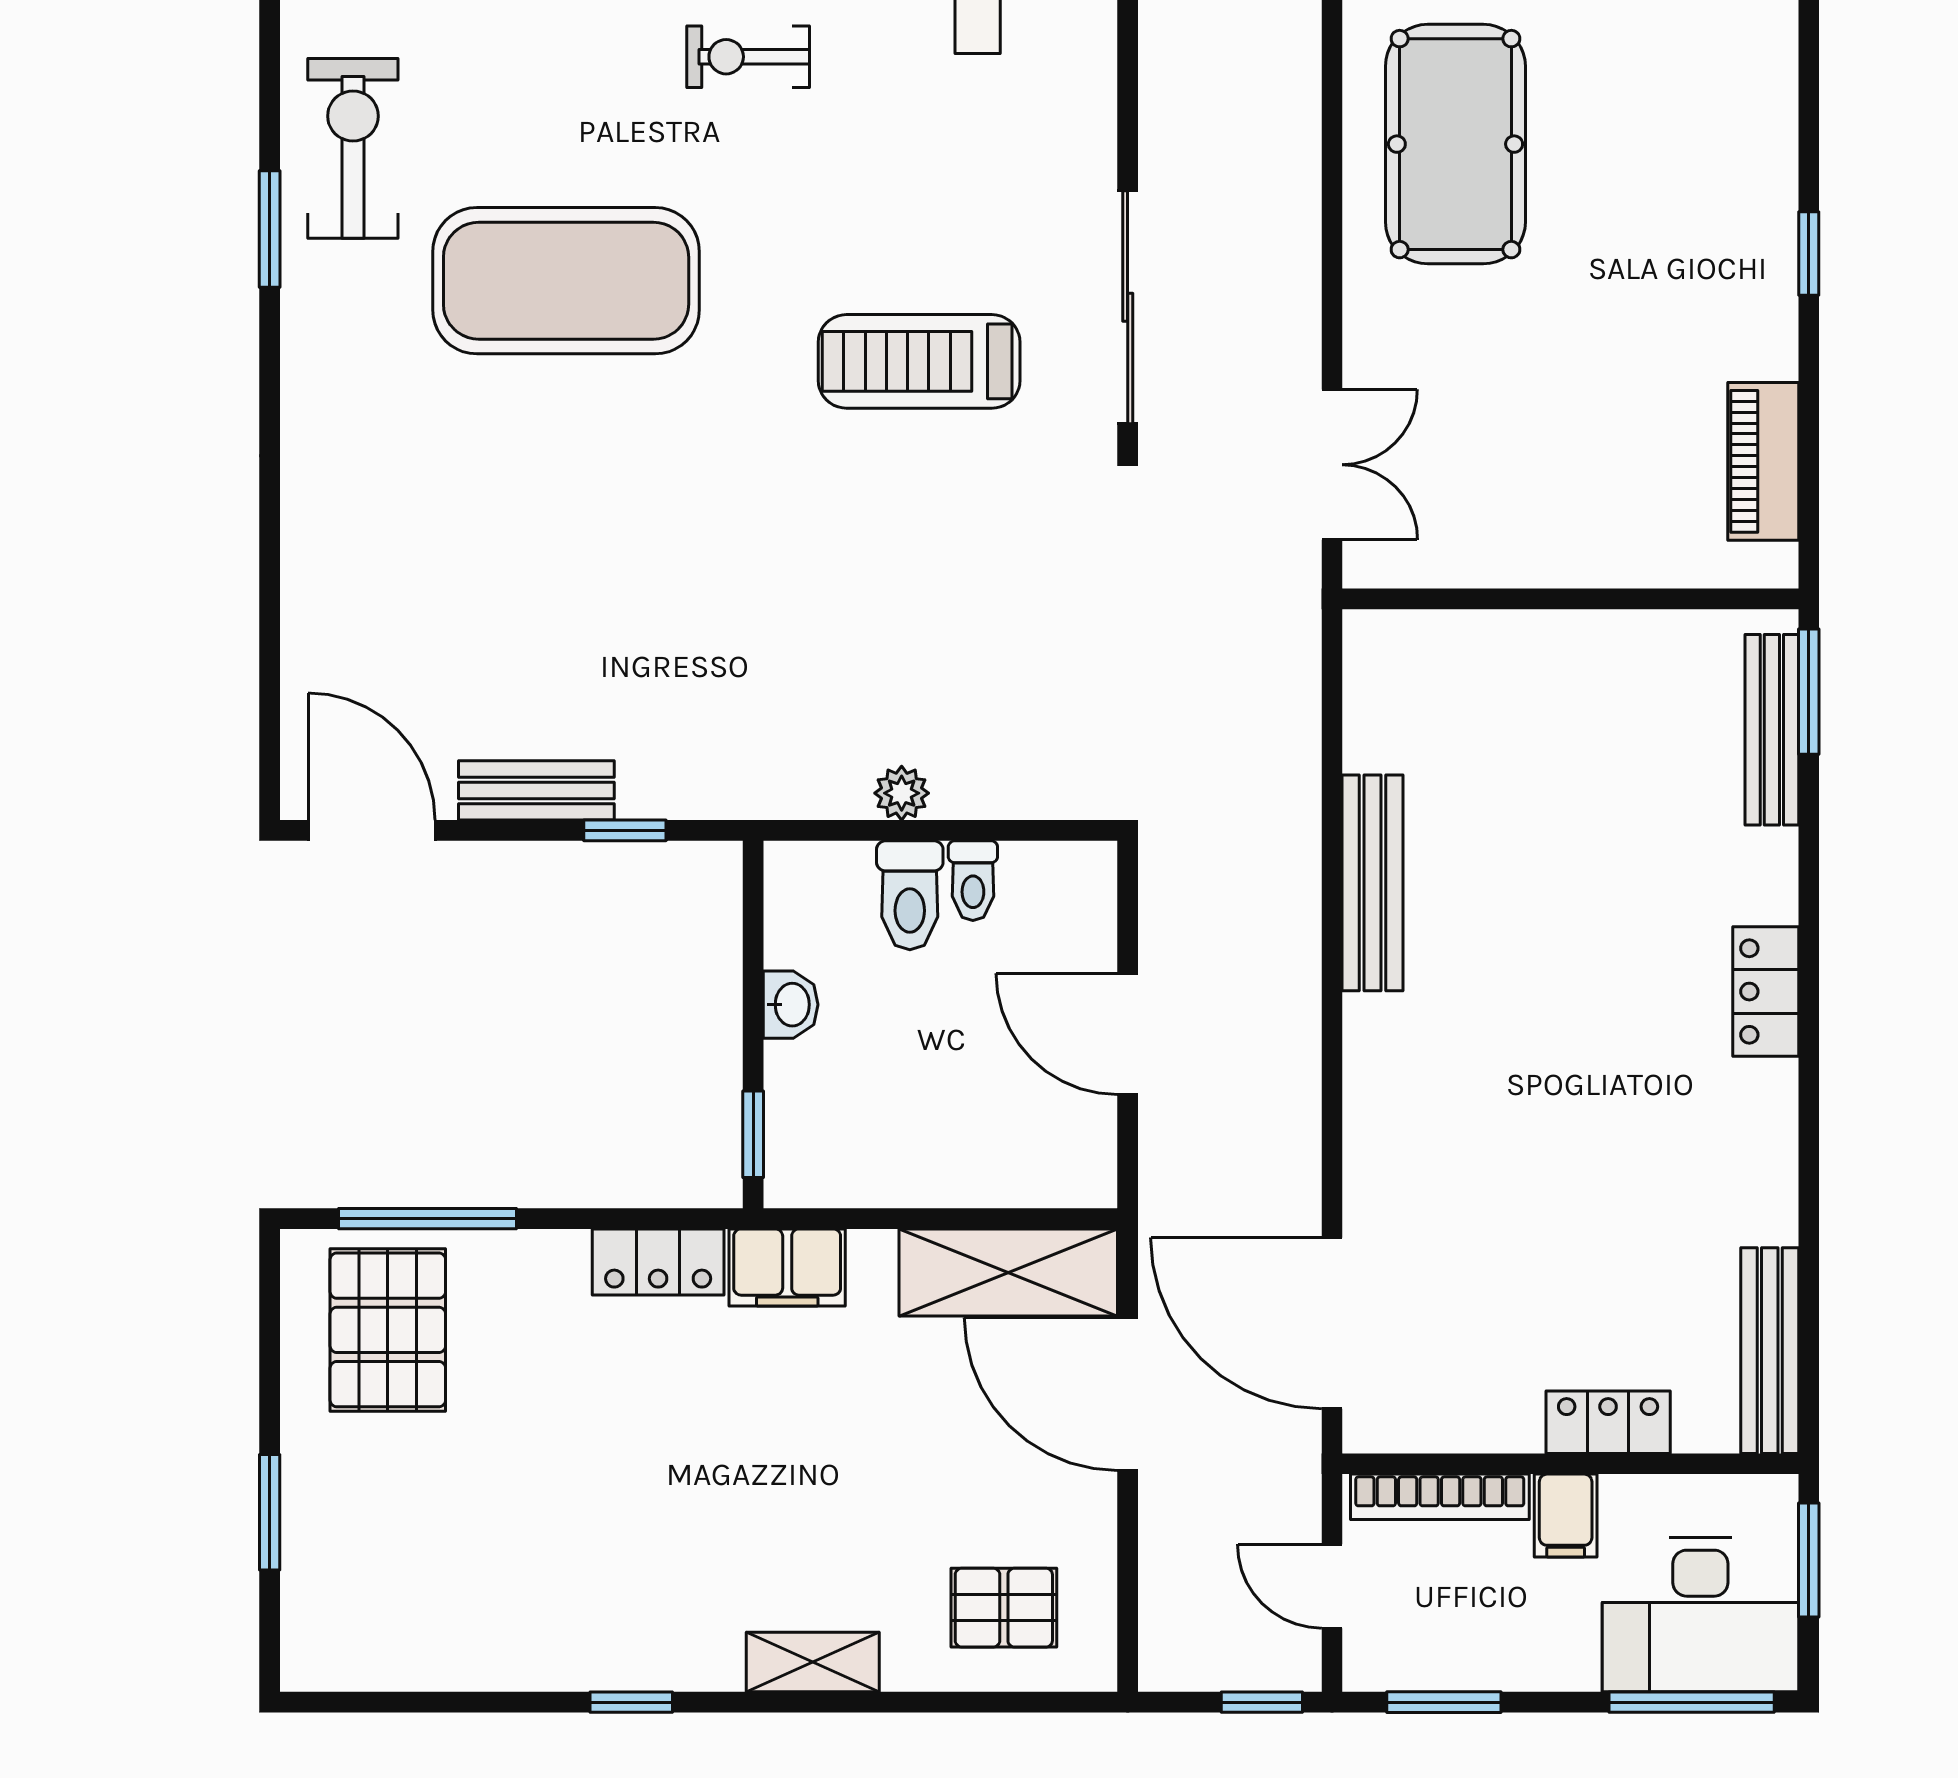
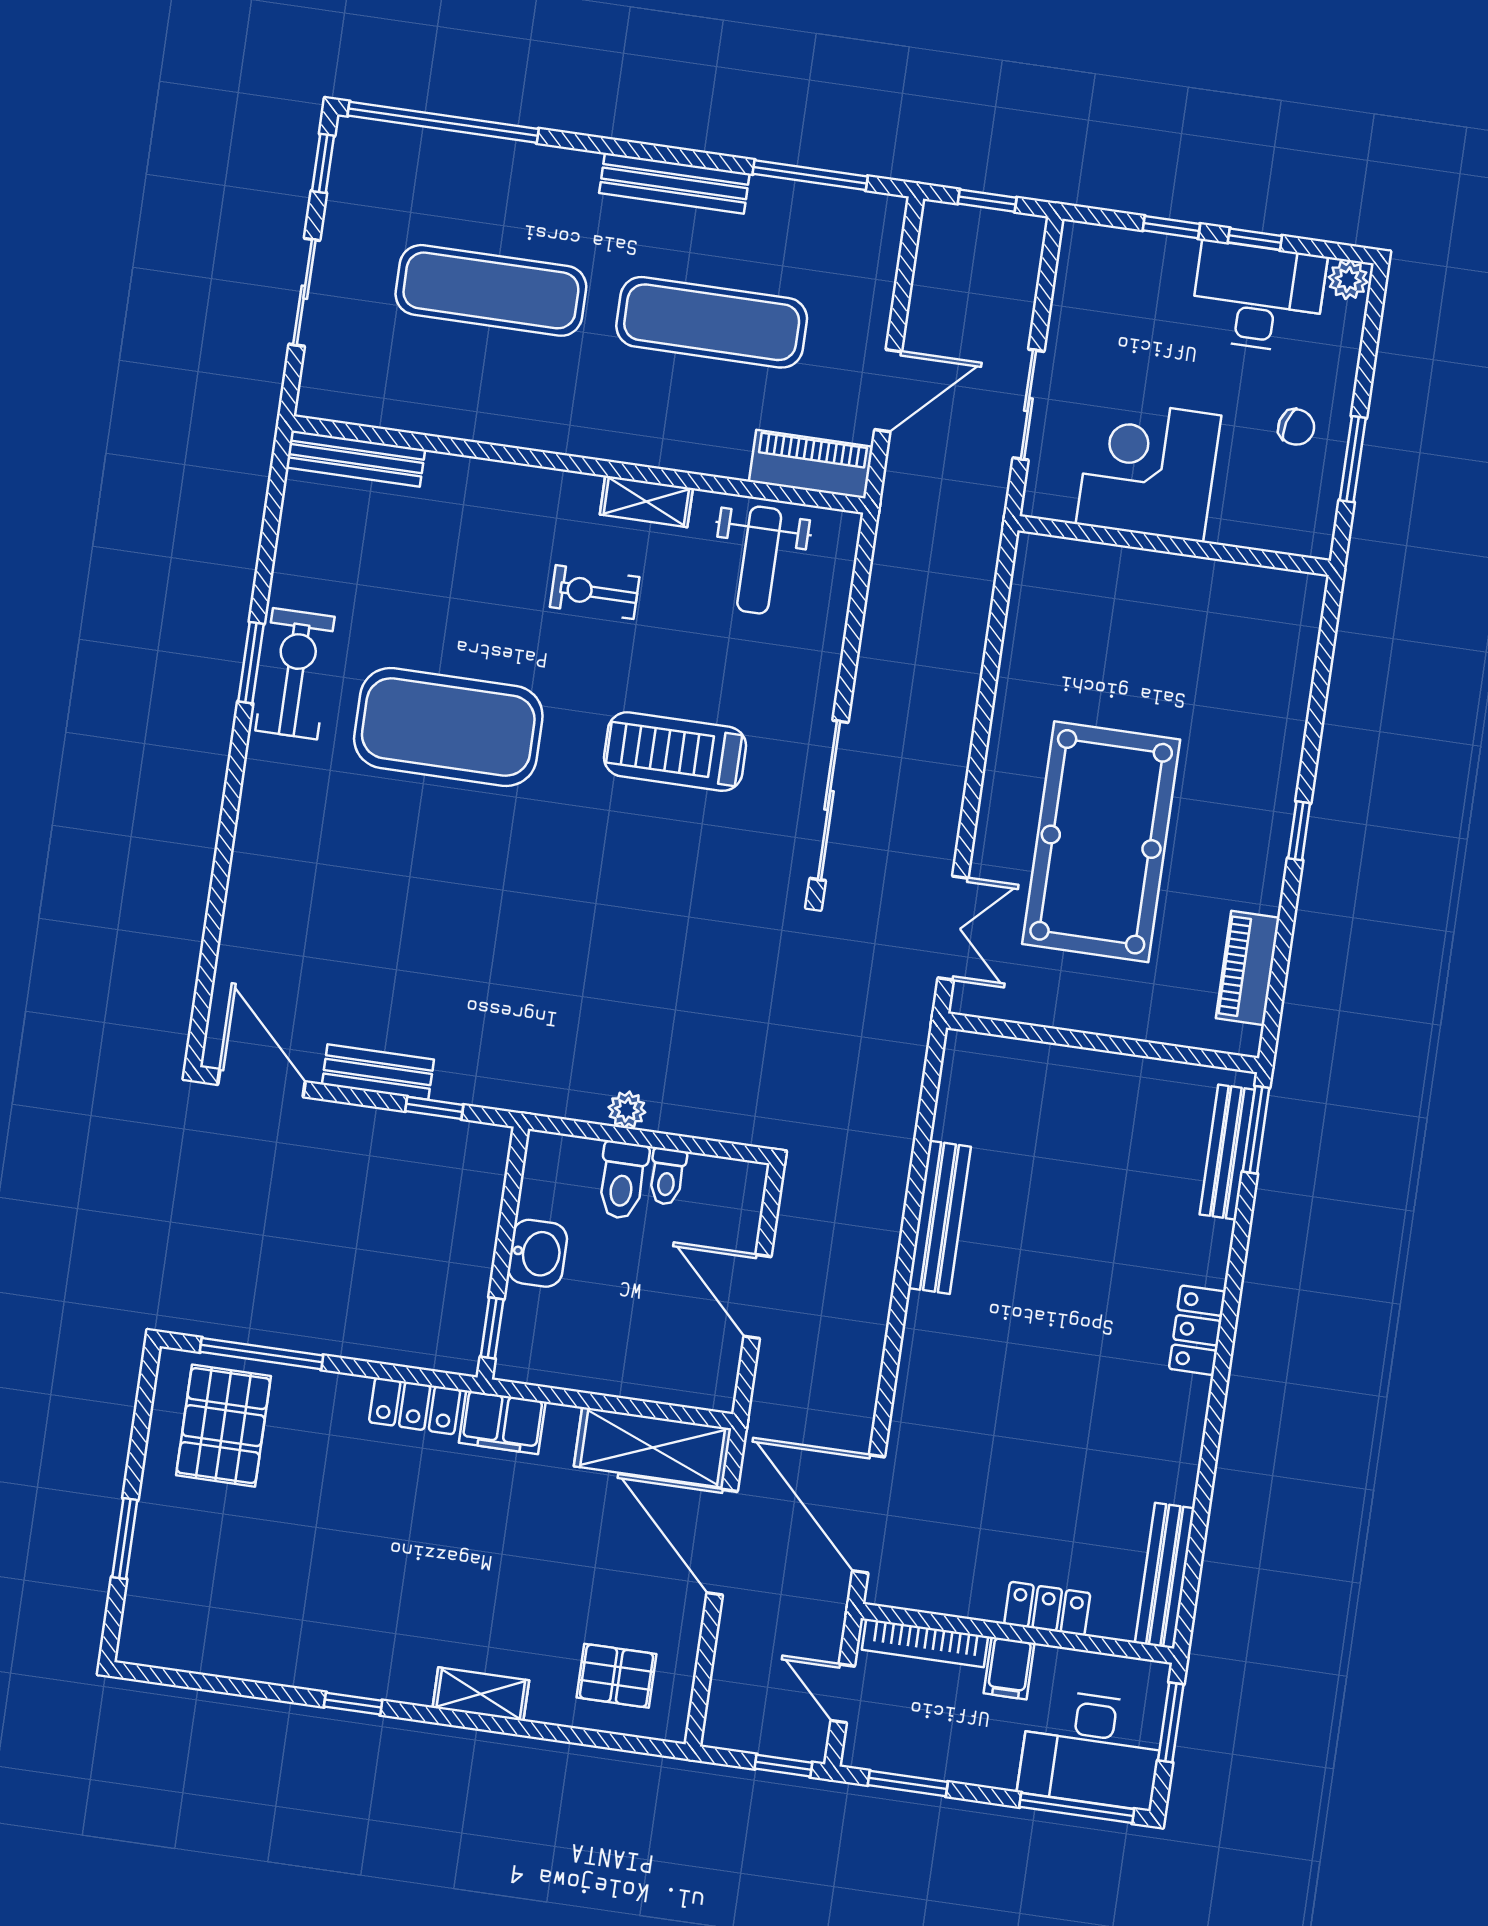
pool table: (1455, 144) -> (1101, 842), moved, width x1.36, depth x1.32
exercise bike: (353, 148) -> (295, 674), moved
treadmill: (919, 361) -> (675, 752), moved
washbasin: (791, 1005) -> (537, 1253), width x1.38, depth x1.45

